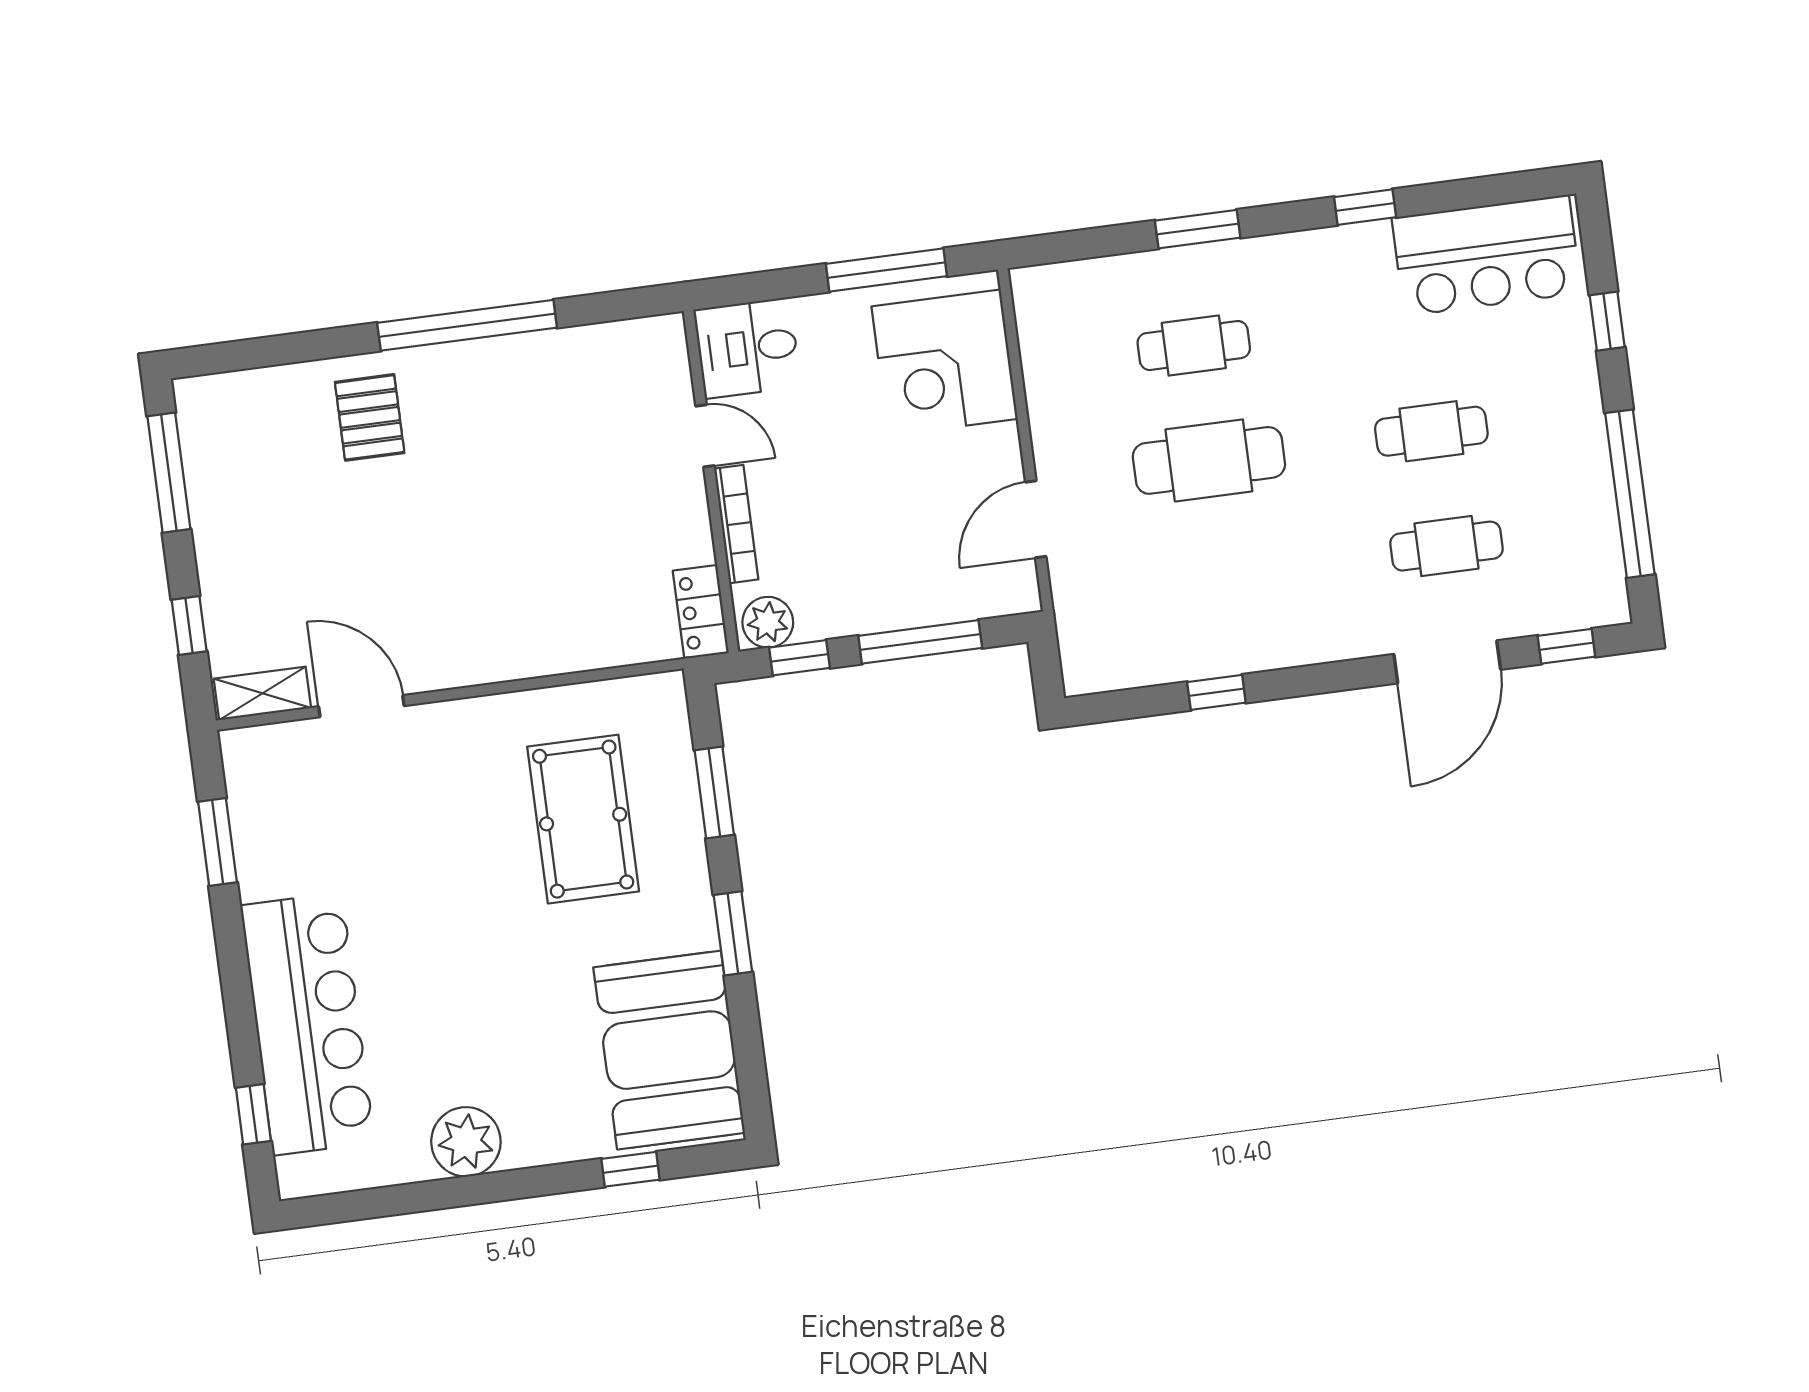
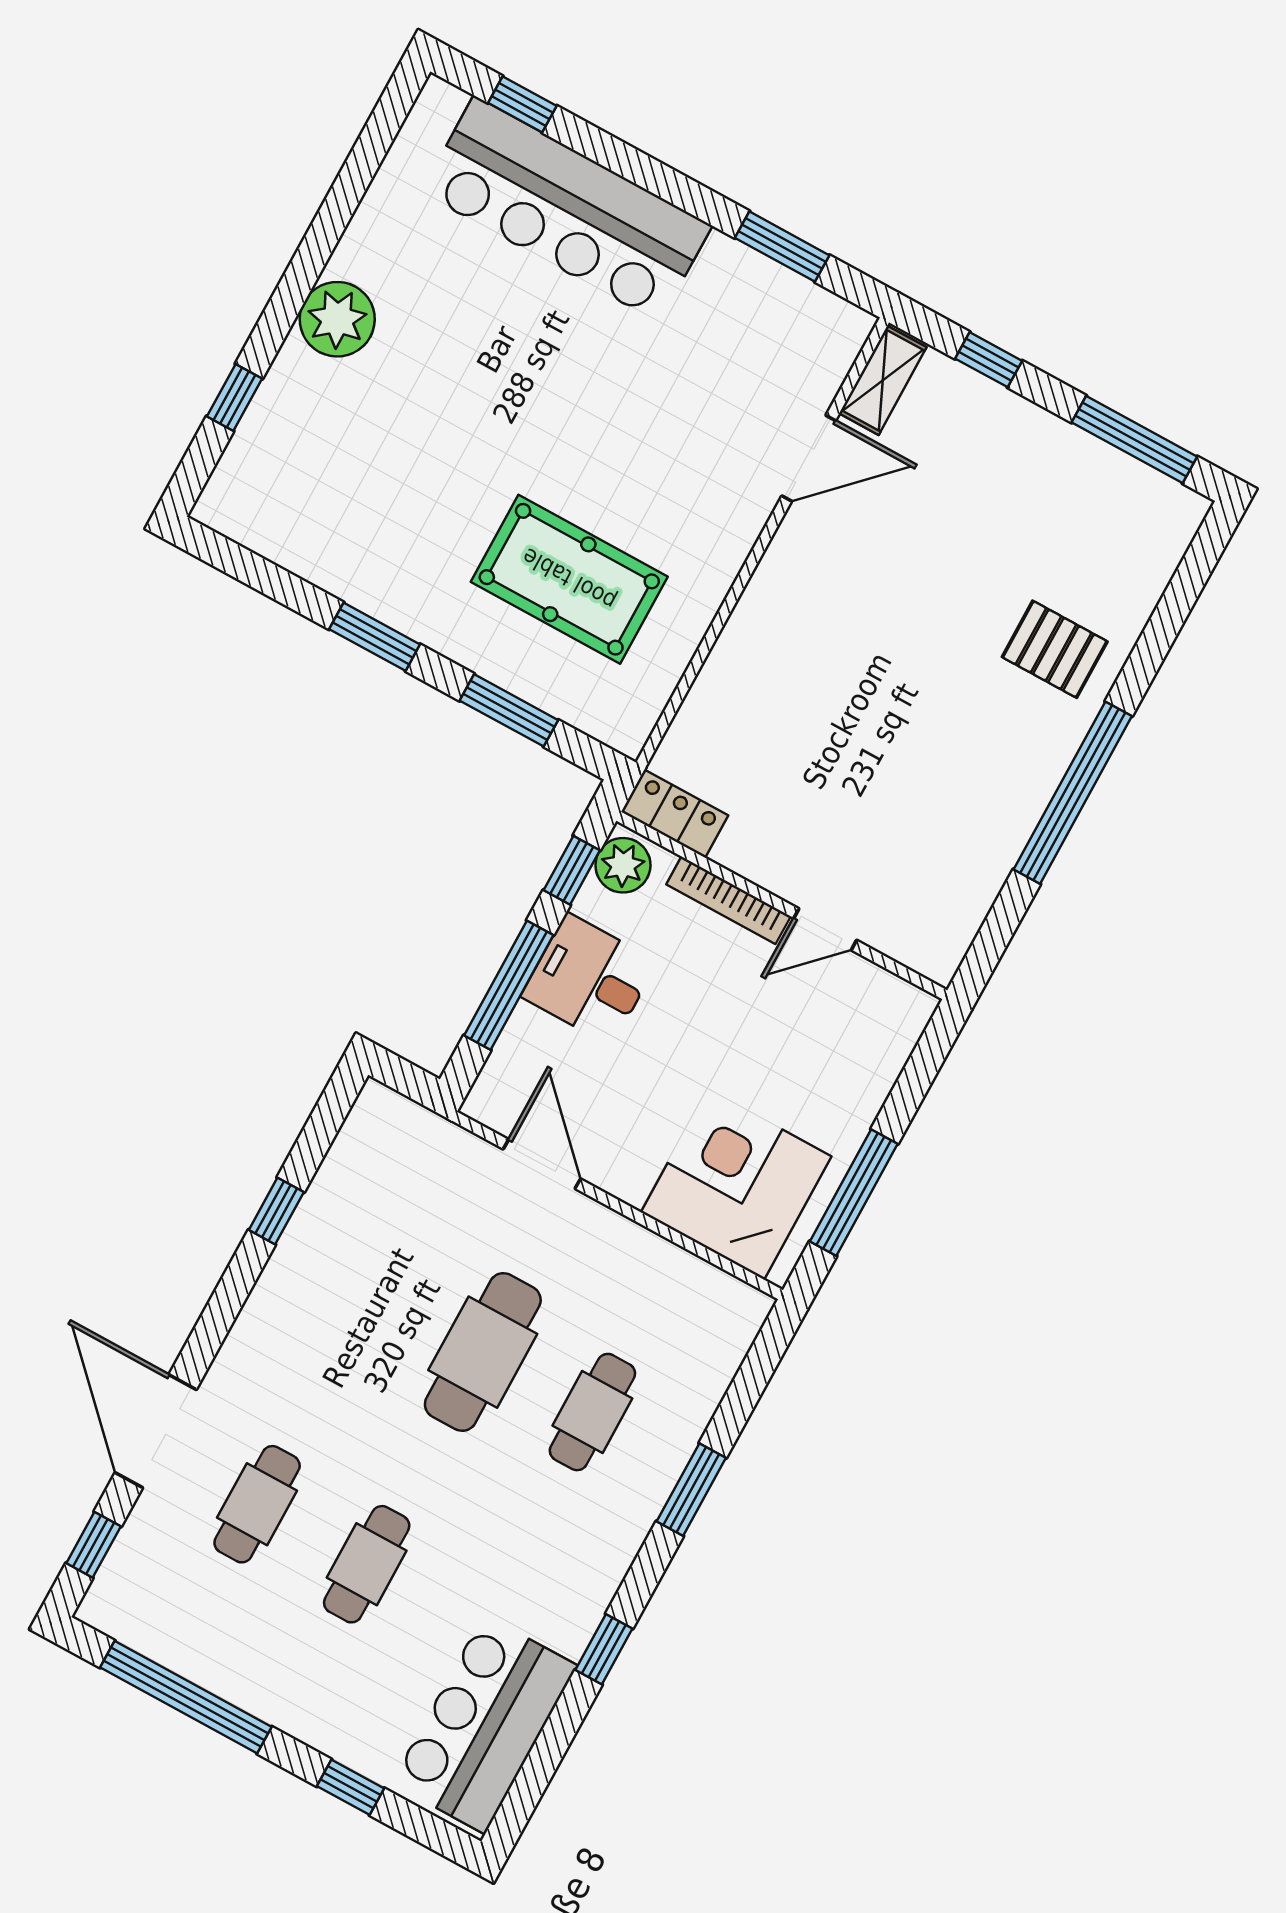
desk: (747, 348) -> (589, 979), moved, turned -90
booth: (669, 1050) -> (314, 507), removed
plant: (466, 1142) -> (337, 319), moved

